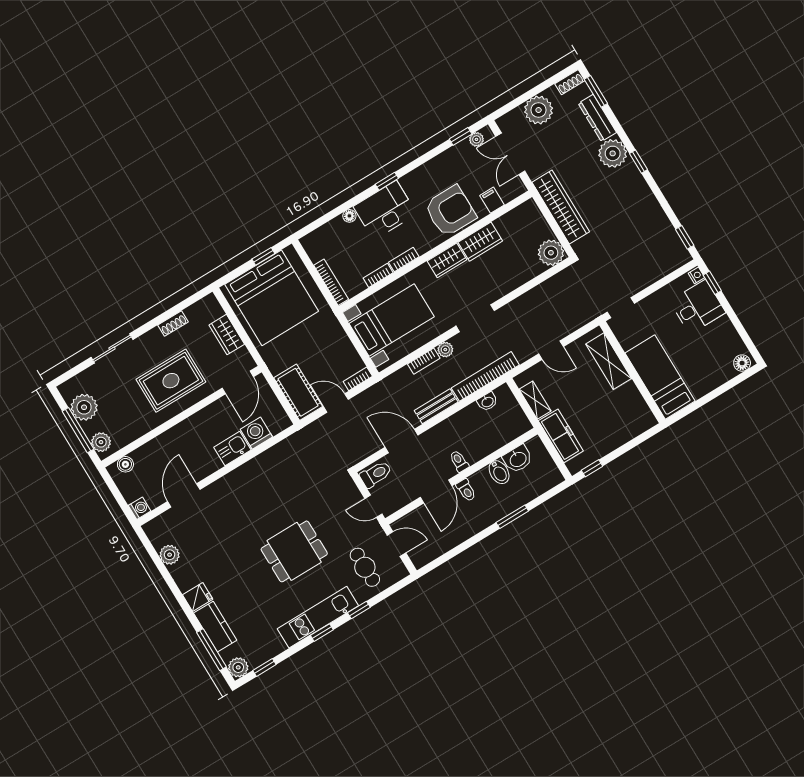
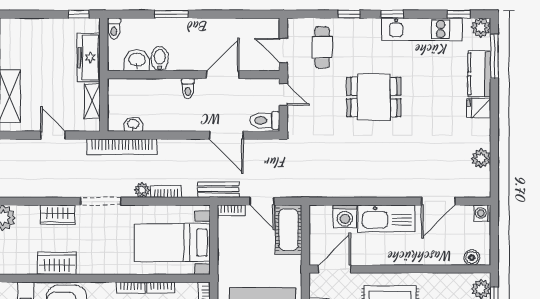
wardrobe: (447, 260) -> (58, 215), moved, turned 180
bench: (436, 406) -> (218, 190), moved
kitchen sink: (232, 449) -> (386, 218), width x1.88, depth x1.24
toilet: (466, 490) -> (114, 28), moved, turned 180
kitchen unit: (318, 617) -> (422, 29), moved

